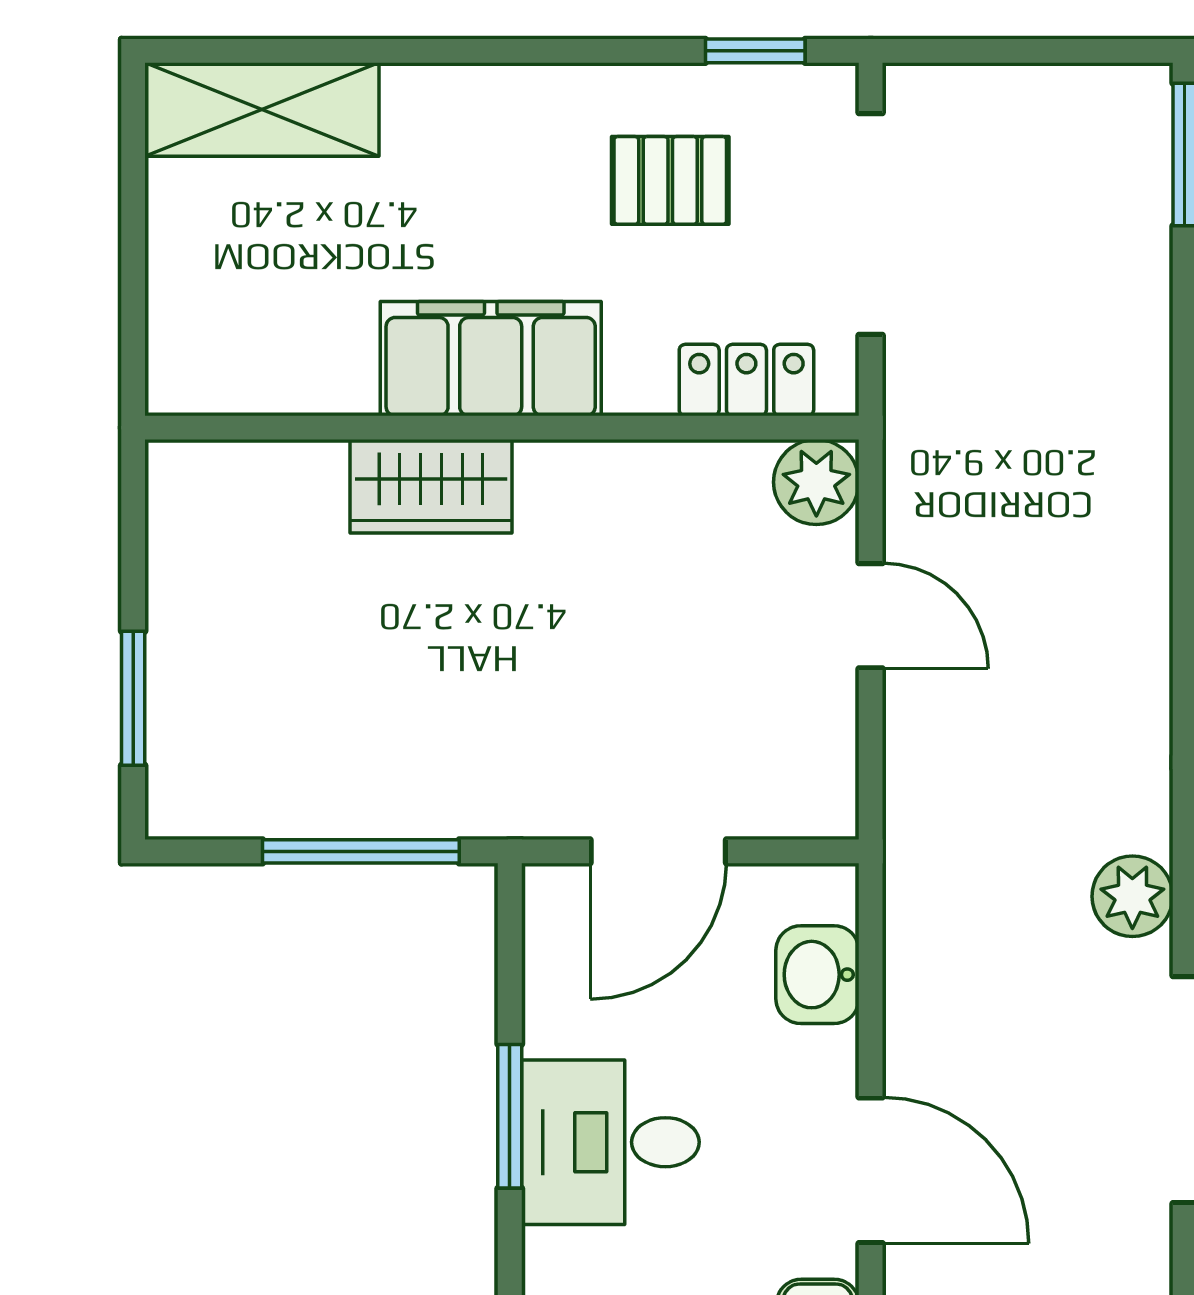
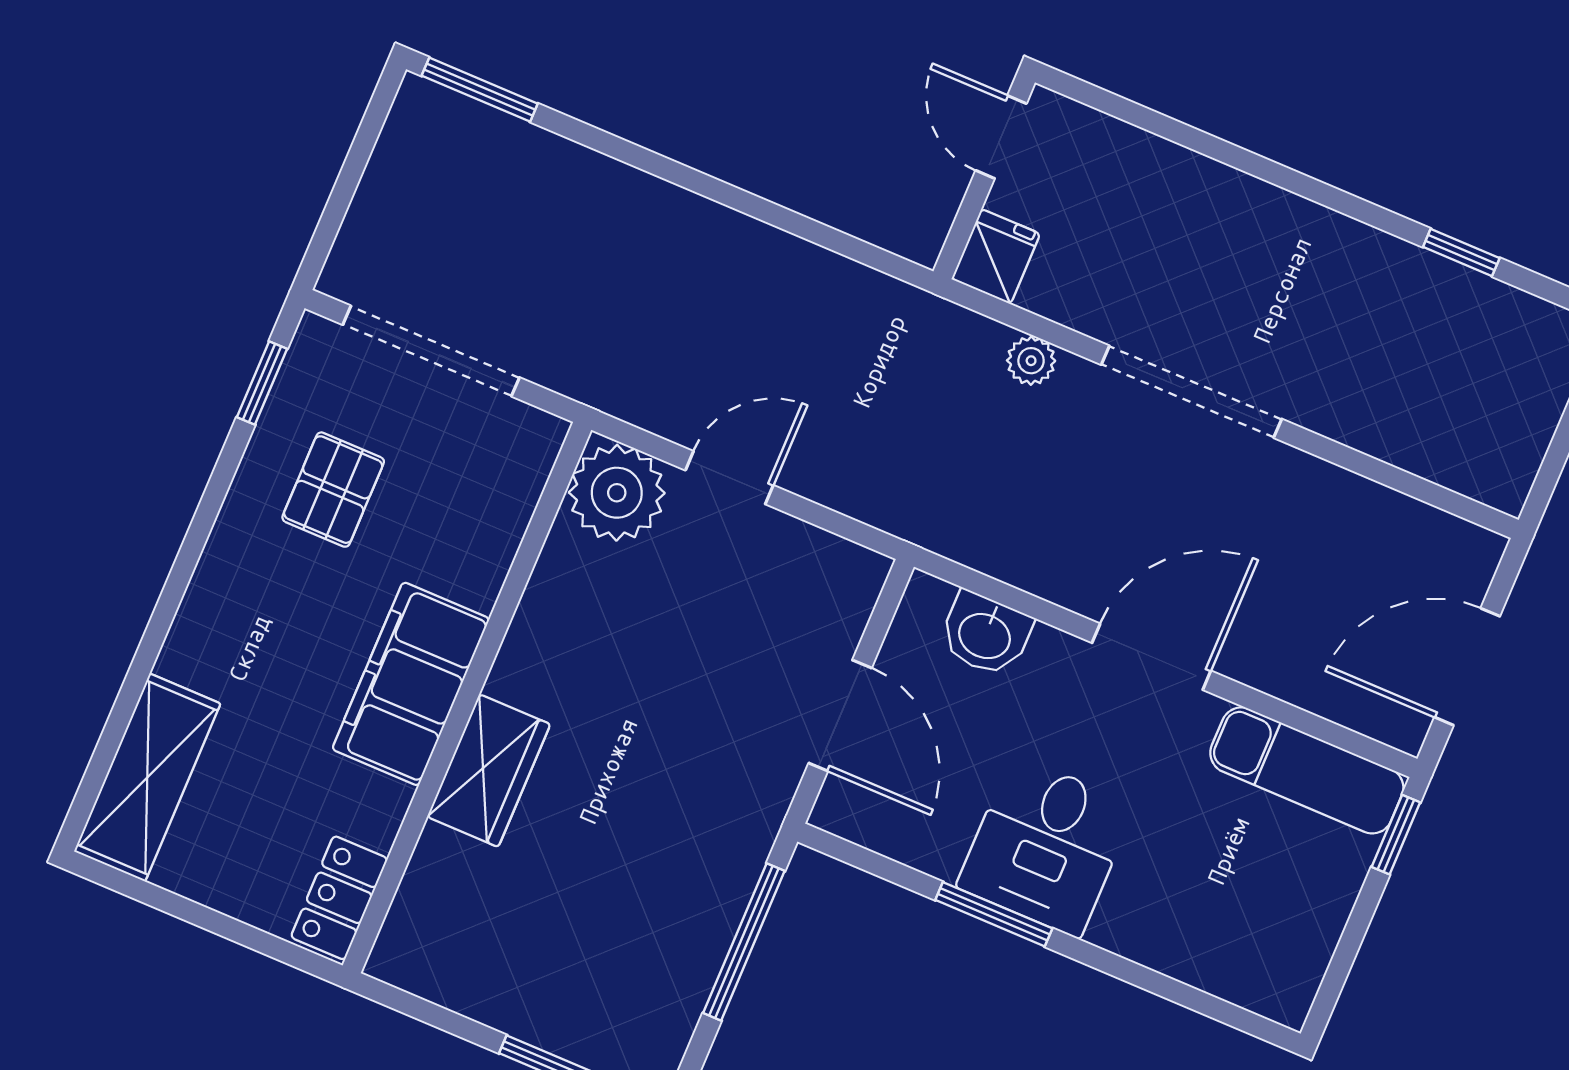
locker: (746, 380) -> (339, 898), moved
plant: (816, 482) -> (617, 493), width x1.36, depth x1.36
plant: (1132, 896) -> (1031, 361), width x0.73, depth x0.73

